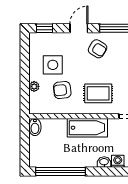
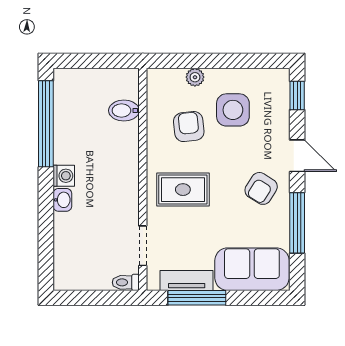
rug: (98, 93) -> (183, 190), turned 90
bidet: (35, 127) -> (124, 111), moved
bathtub: (87, 128) -> (123, 171), removed
washing machine: (118, 161) -> (64, 176), moved

